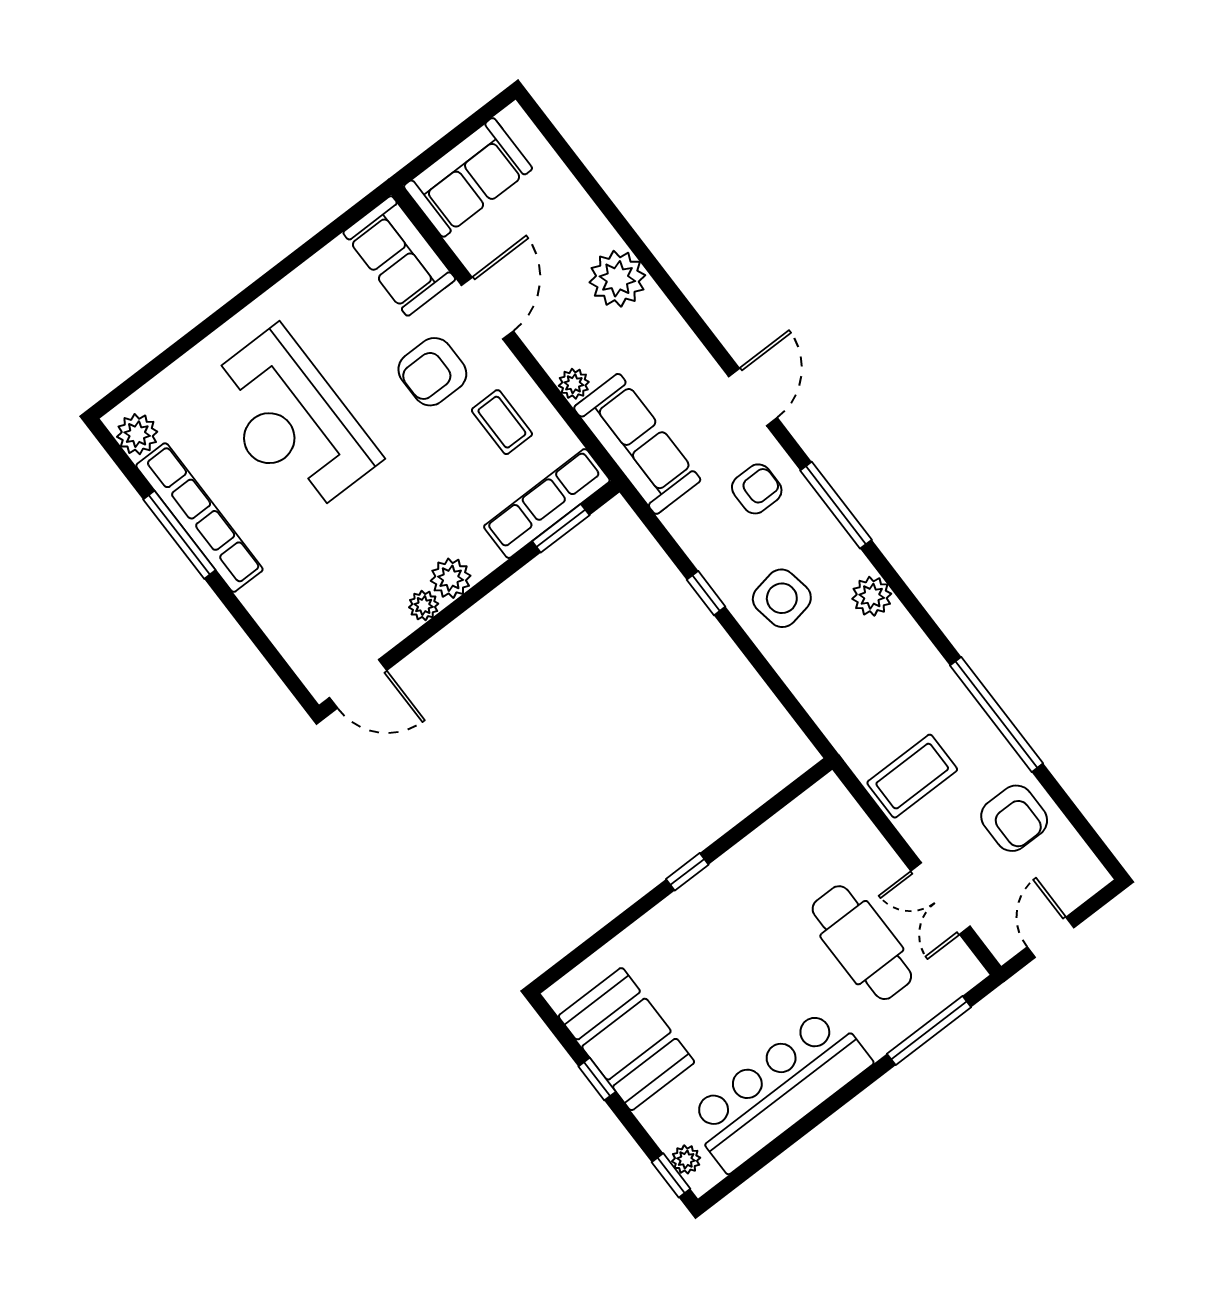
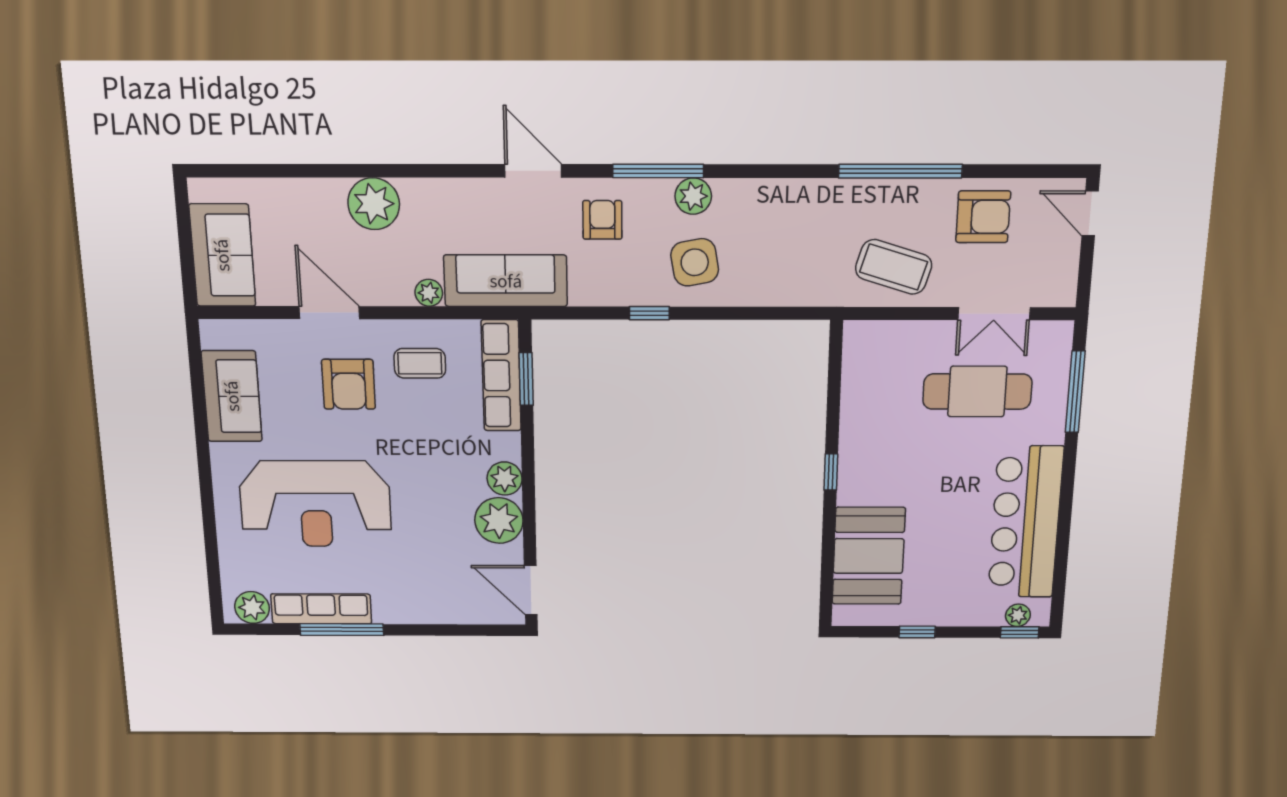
sofa: (399, 256) -> (232, 396), moved, turned -90
row of seats: (199, 518) -> (321, 609), width x0.73
plant: (872, 596) -> (693, 196), moved
plant: (424, 606) -> (499, 520), width x1.87, depth x1.87
door: (358, 684) -> (531, 590), swing flipped
coffee table: (912, 776) -> (894, 267), turned -73
door: (1051, 937) -> (1090, 213), moved
booth: (627, 1039) -> (869, 556), moved, turned 90

